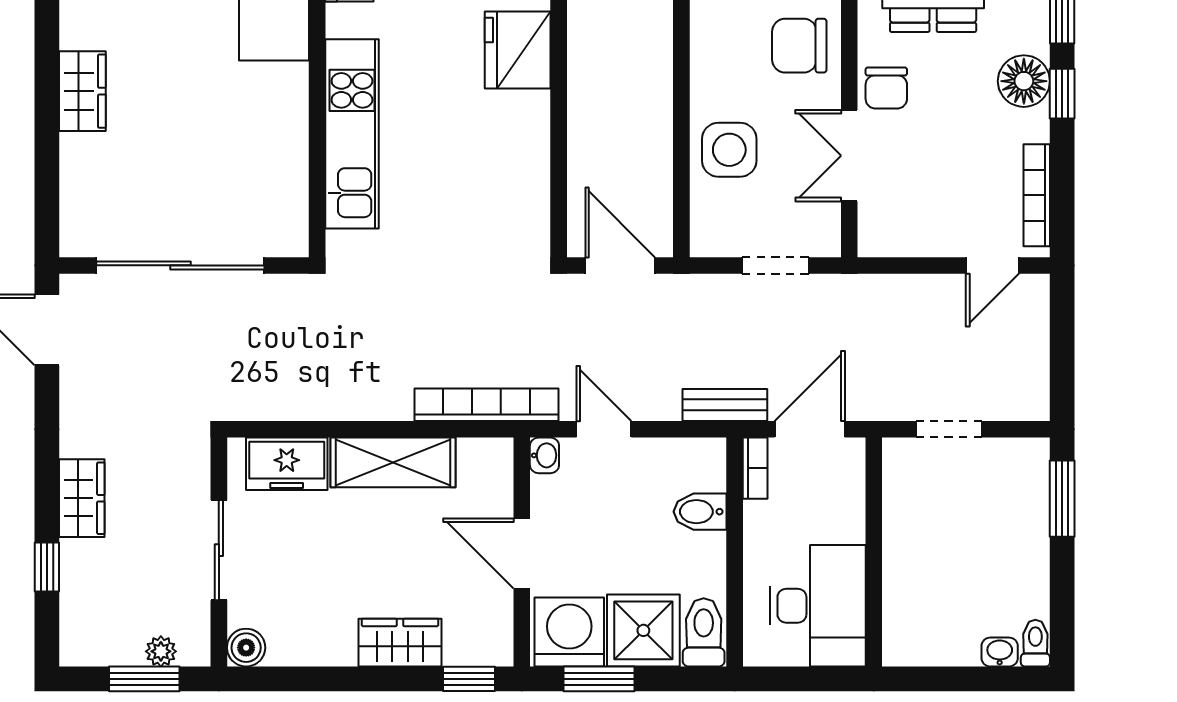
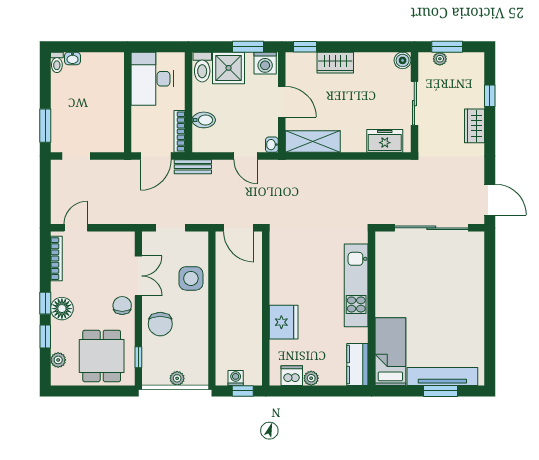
chair: (799, 46) -> (160, 324), turned 90
wardrobe: (82, 91) -> (474, 304), removed
bookcase: (487, 405) -> (297, 167), removed
doorway: (949, 429) -> (76, 156), moved
shelving: (393, 462) -> (313, 142), moved
bookcase: (755, 468) -> (180, 131), width x1.56
washing machine: (569, 632) -> (265, 63), width x0.73, depth x0.73

